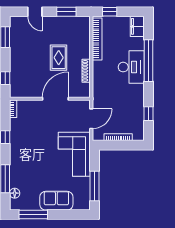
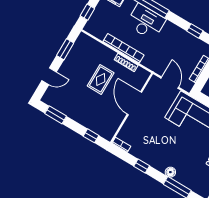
bookcase: (97, 39) -> (123, 48), moved
rug: (59, 58) -> (101, 79), turned 90
floor lamp: (15, 193) -> (170, 172), moved

